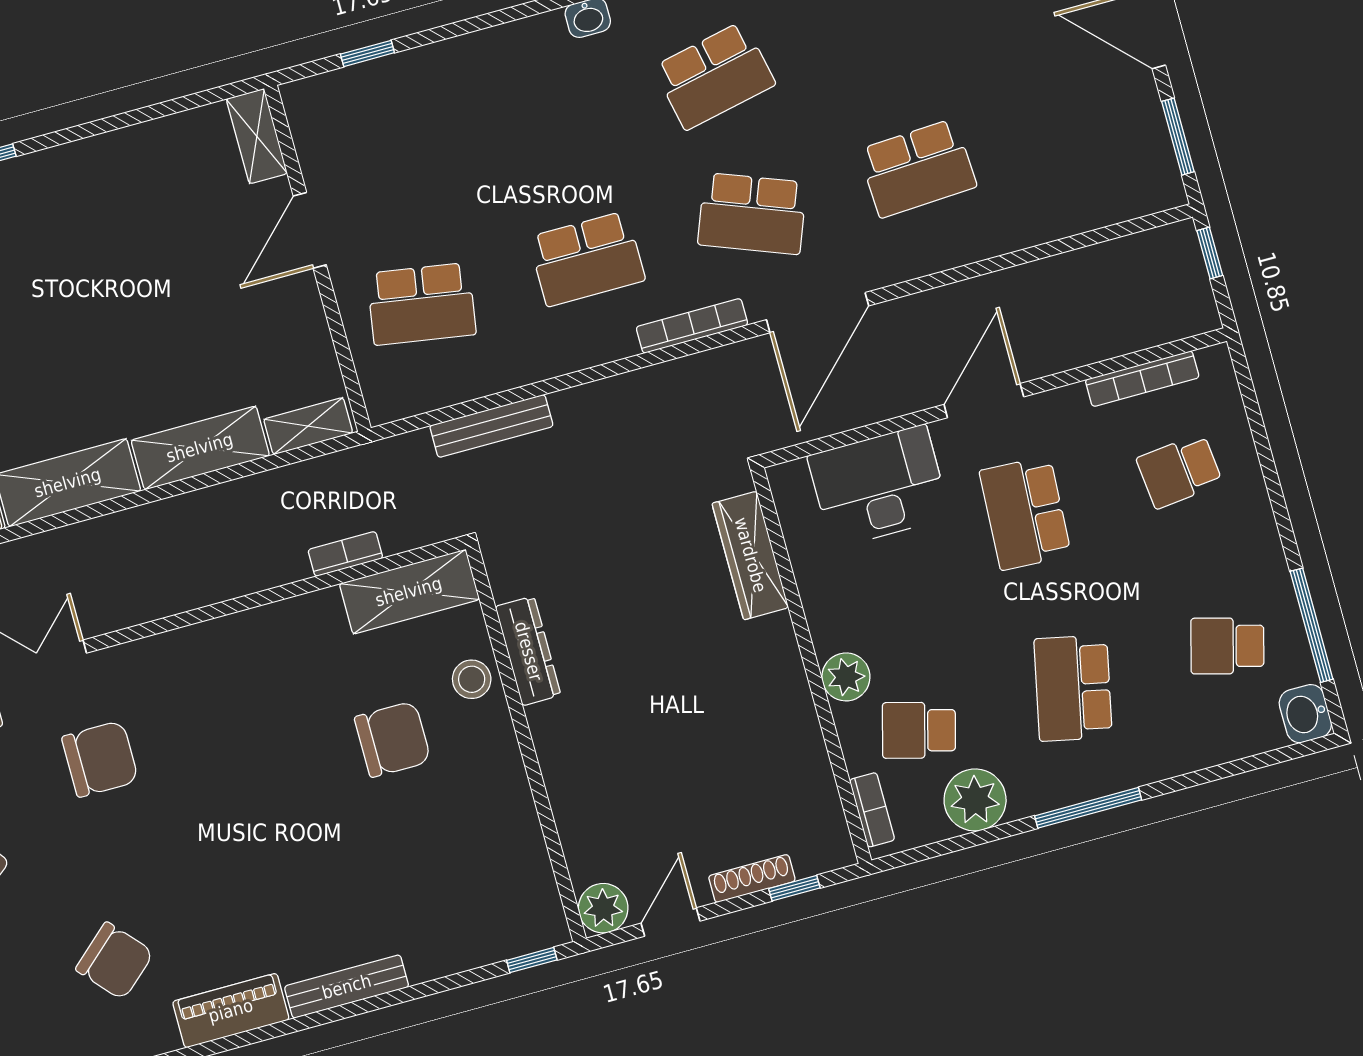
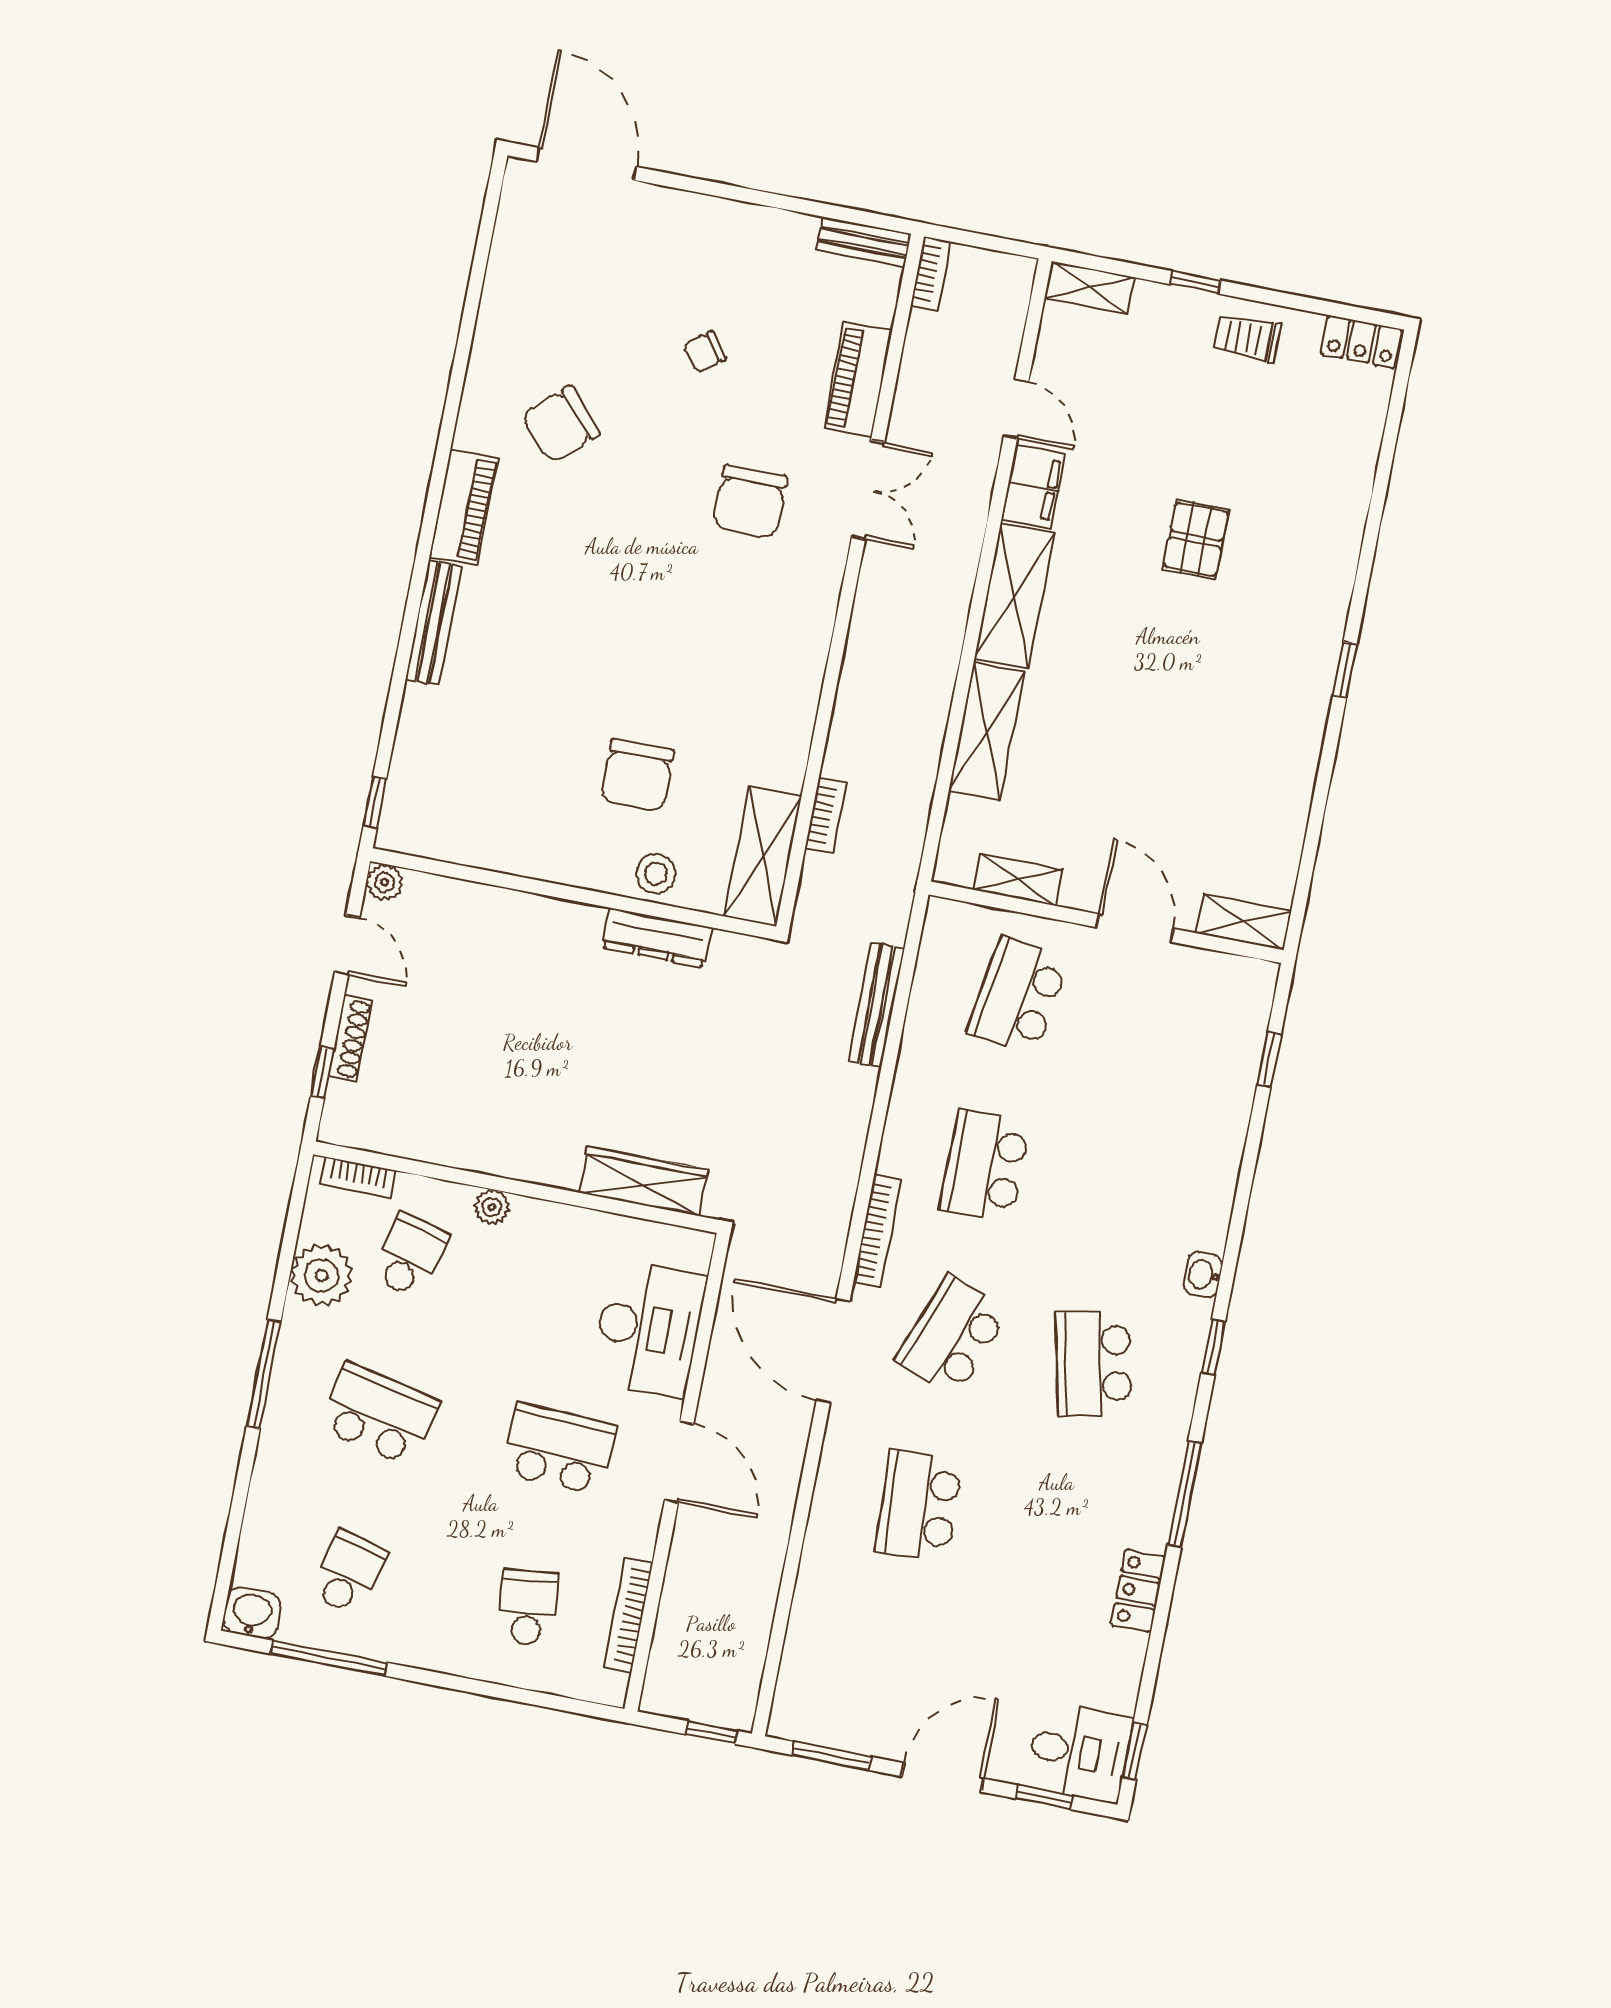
shelving: (308, 426) -> (1018, 880), moved, turned 90
plant: (846, 677) -> (492, 1207), width x0.73, depth x0.73
plant: (603, 908) -> (384, 882), width x0.73, depth x0.73

